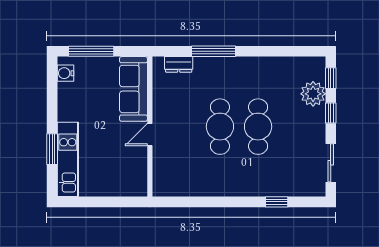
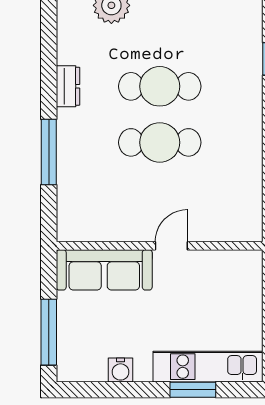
dresser: (179, 64) -> (68, 86), moved
water cooler: (65, 73) -> (121, 370), moved
door: (150, 135) -> (171, 246), swing flipped

